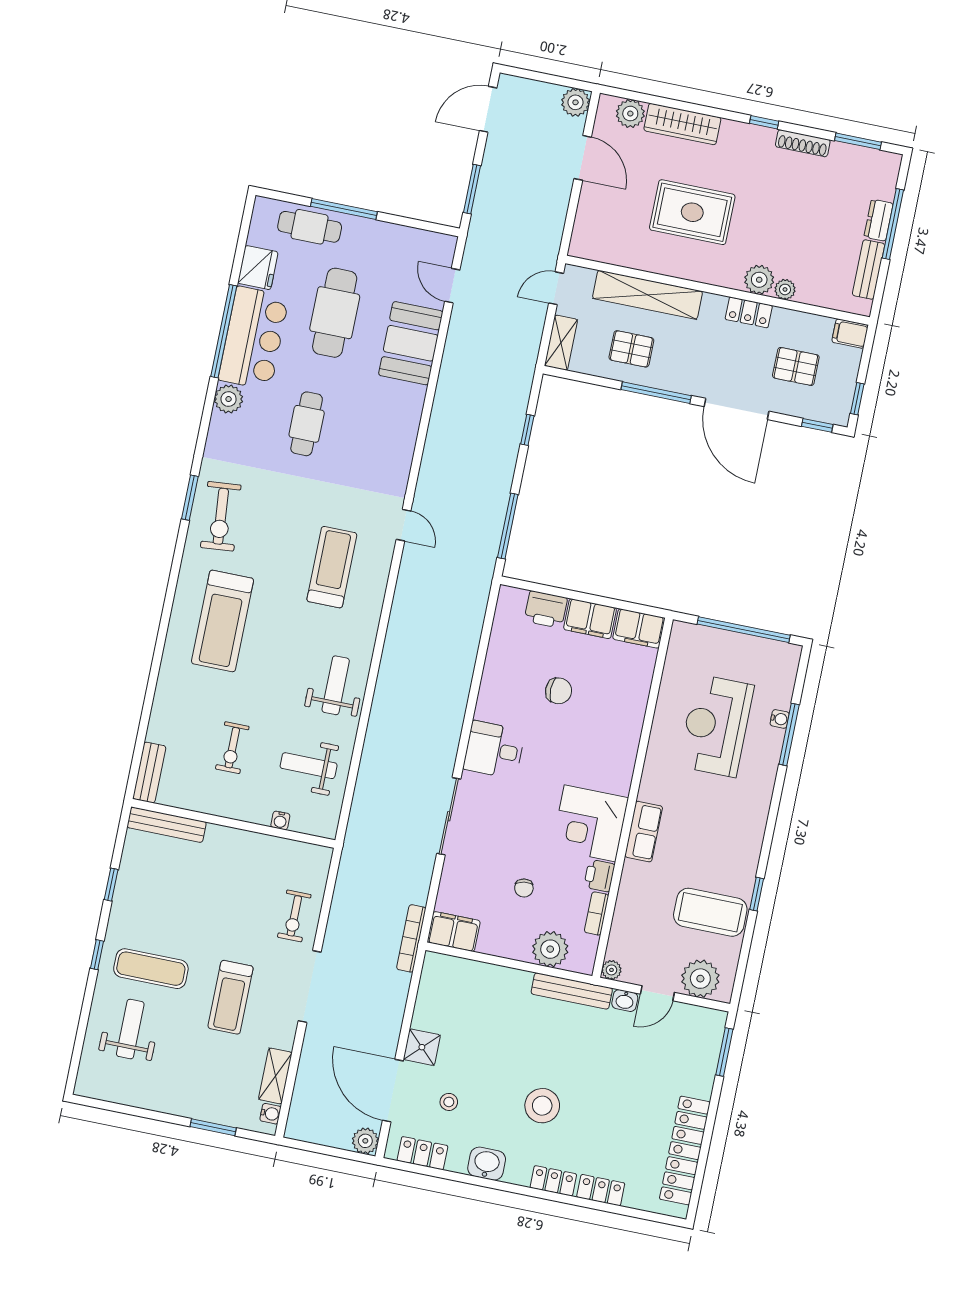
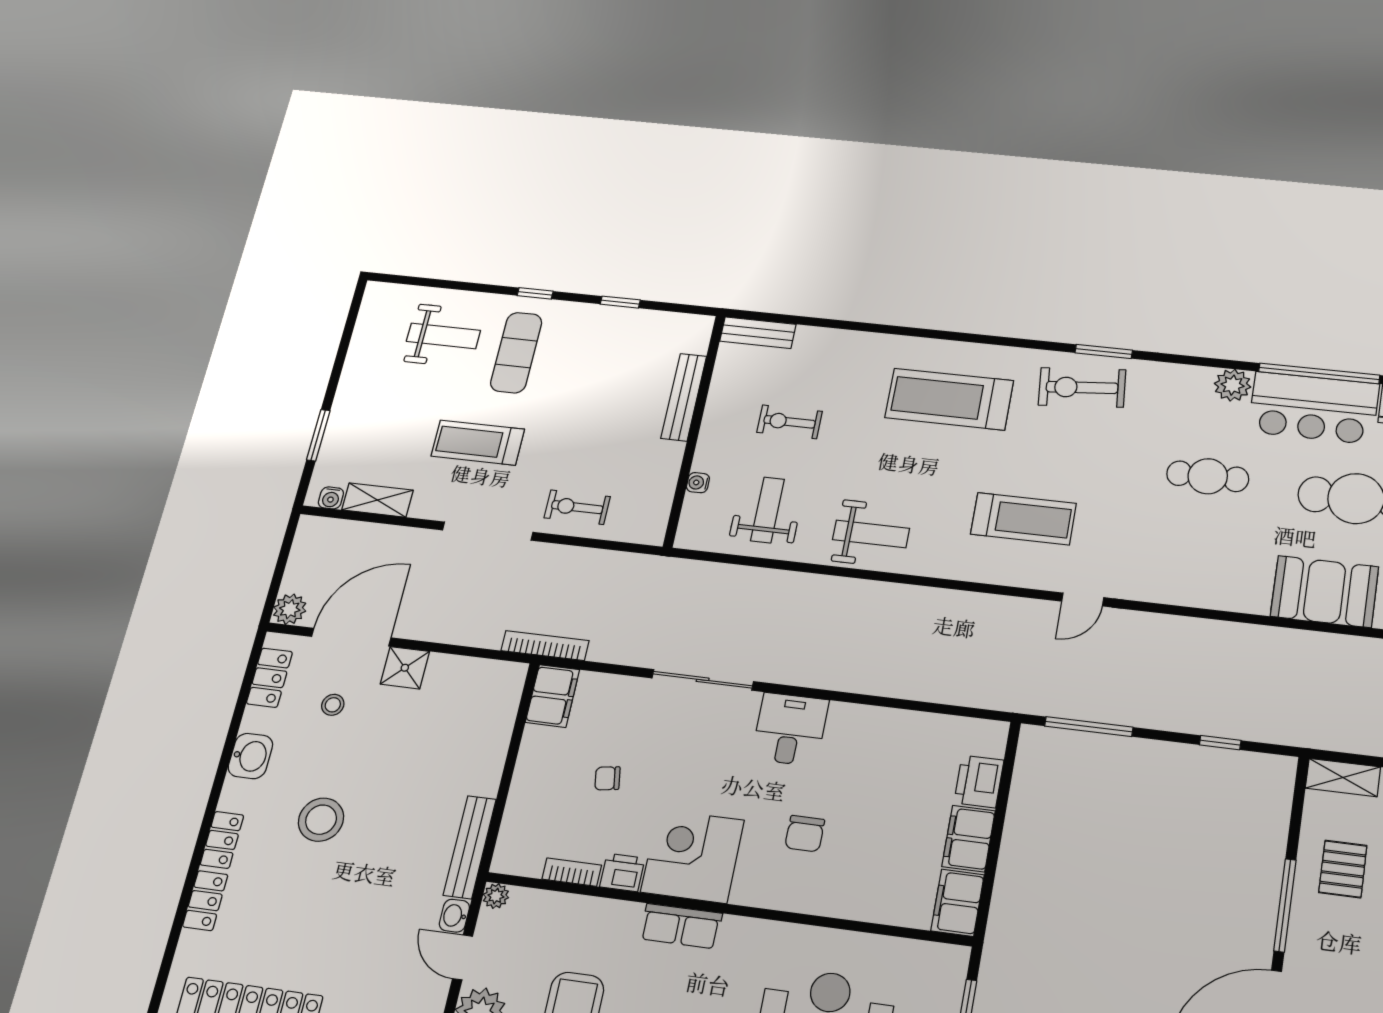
chair: (559, 691) -> (805, 834), moved
bench: (167, 825) -> (684, 397), moved
plant: (550, 949) -> (526, 816), removed

